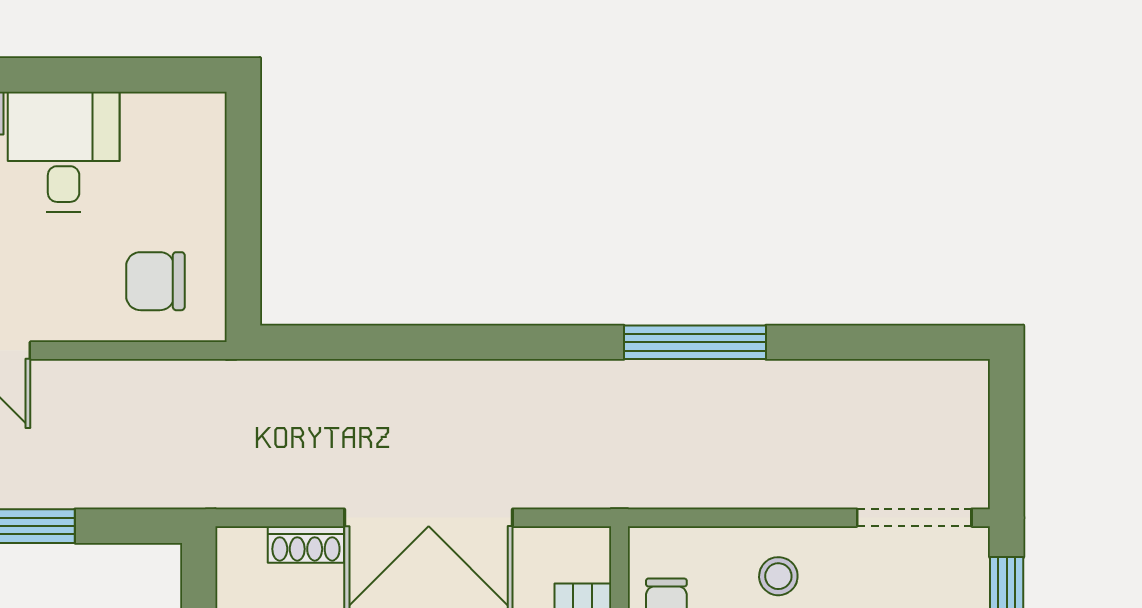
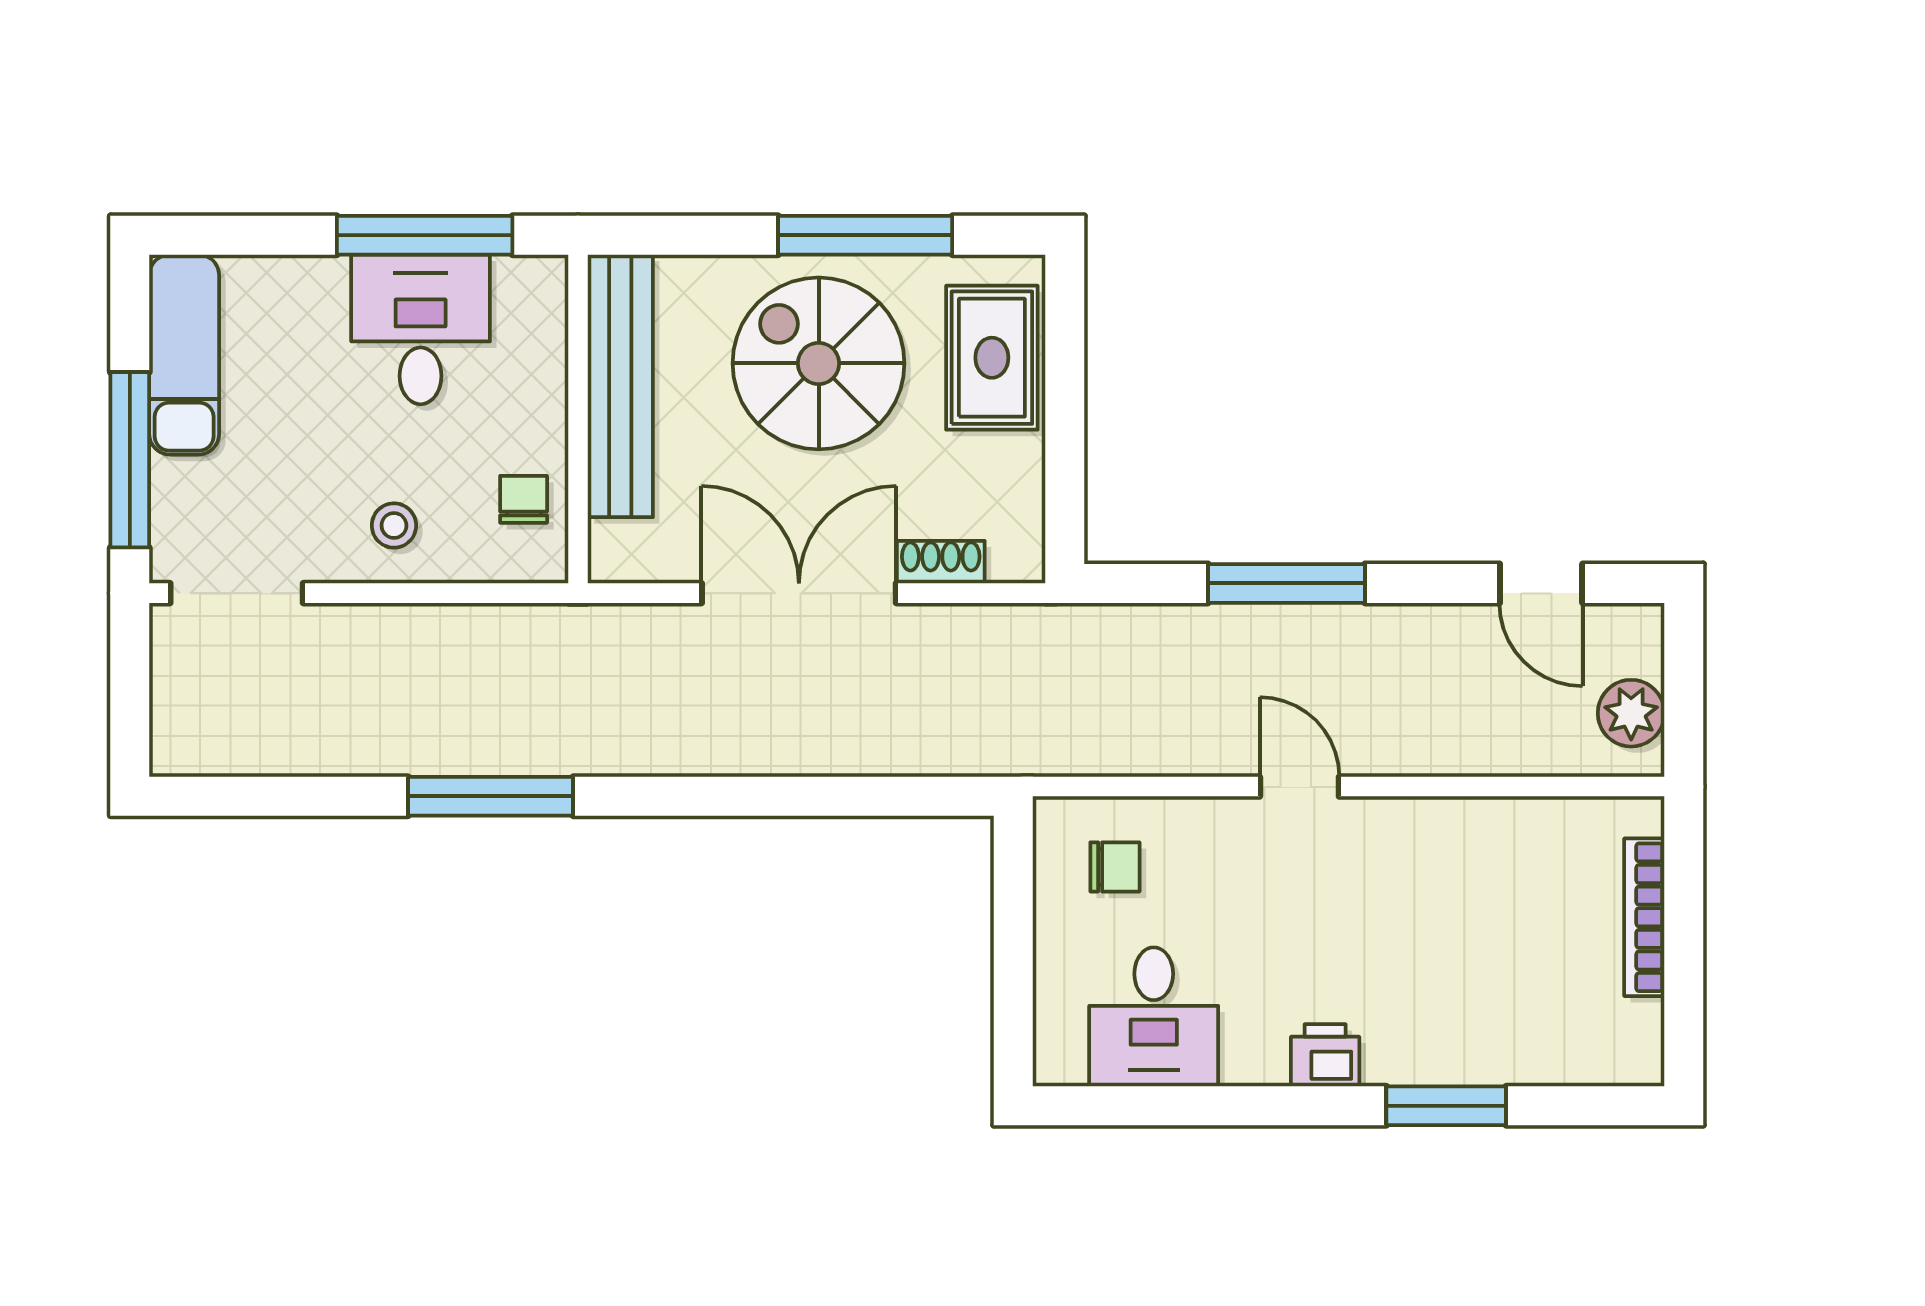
desk: (64, 152) -> (1154, 1017), moved
chair: (155, 281) -> (1115, 867), width x0.73, depth x0.73

